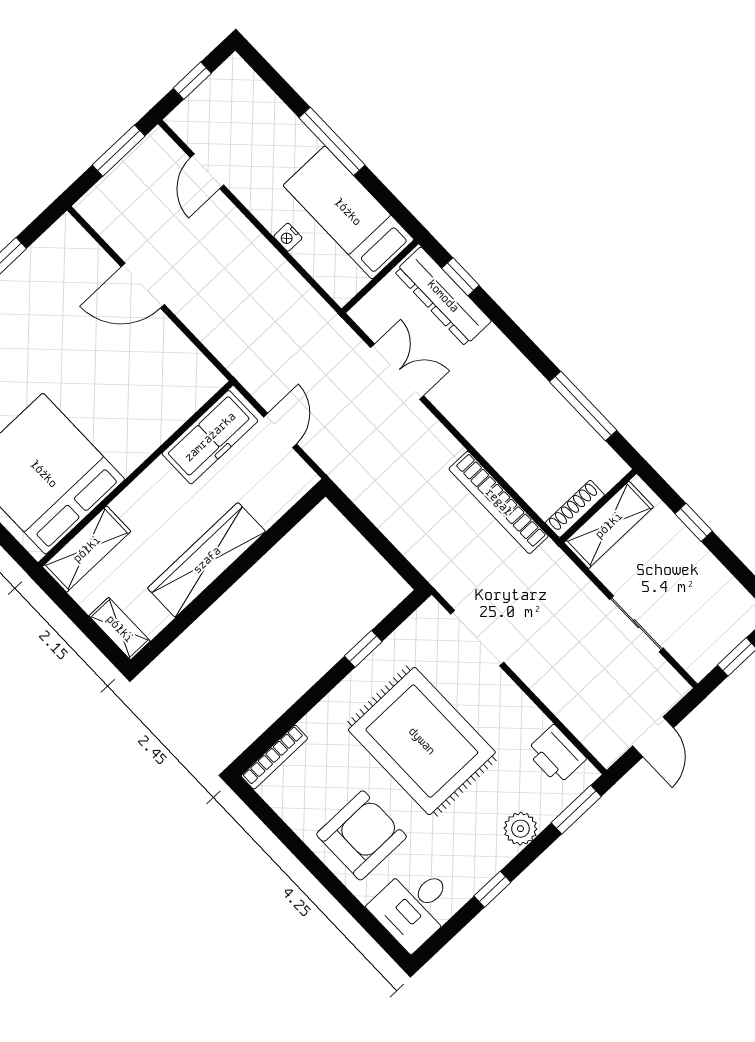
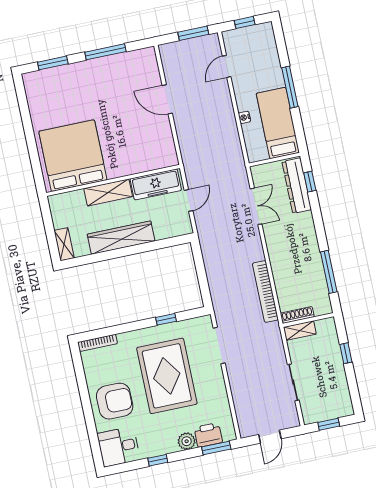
shelving: (609, 525) -> (300, 331), width x0.67, depth x0.75
shelving: (87, 549) -> (108, 192), moved
printer: (556, 755) -> (208, 435), moved, turned 90

